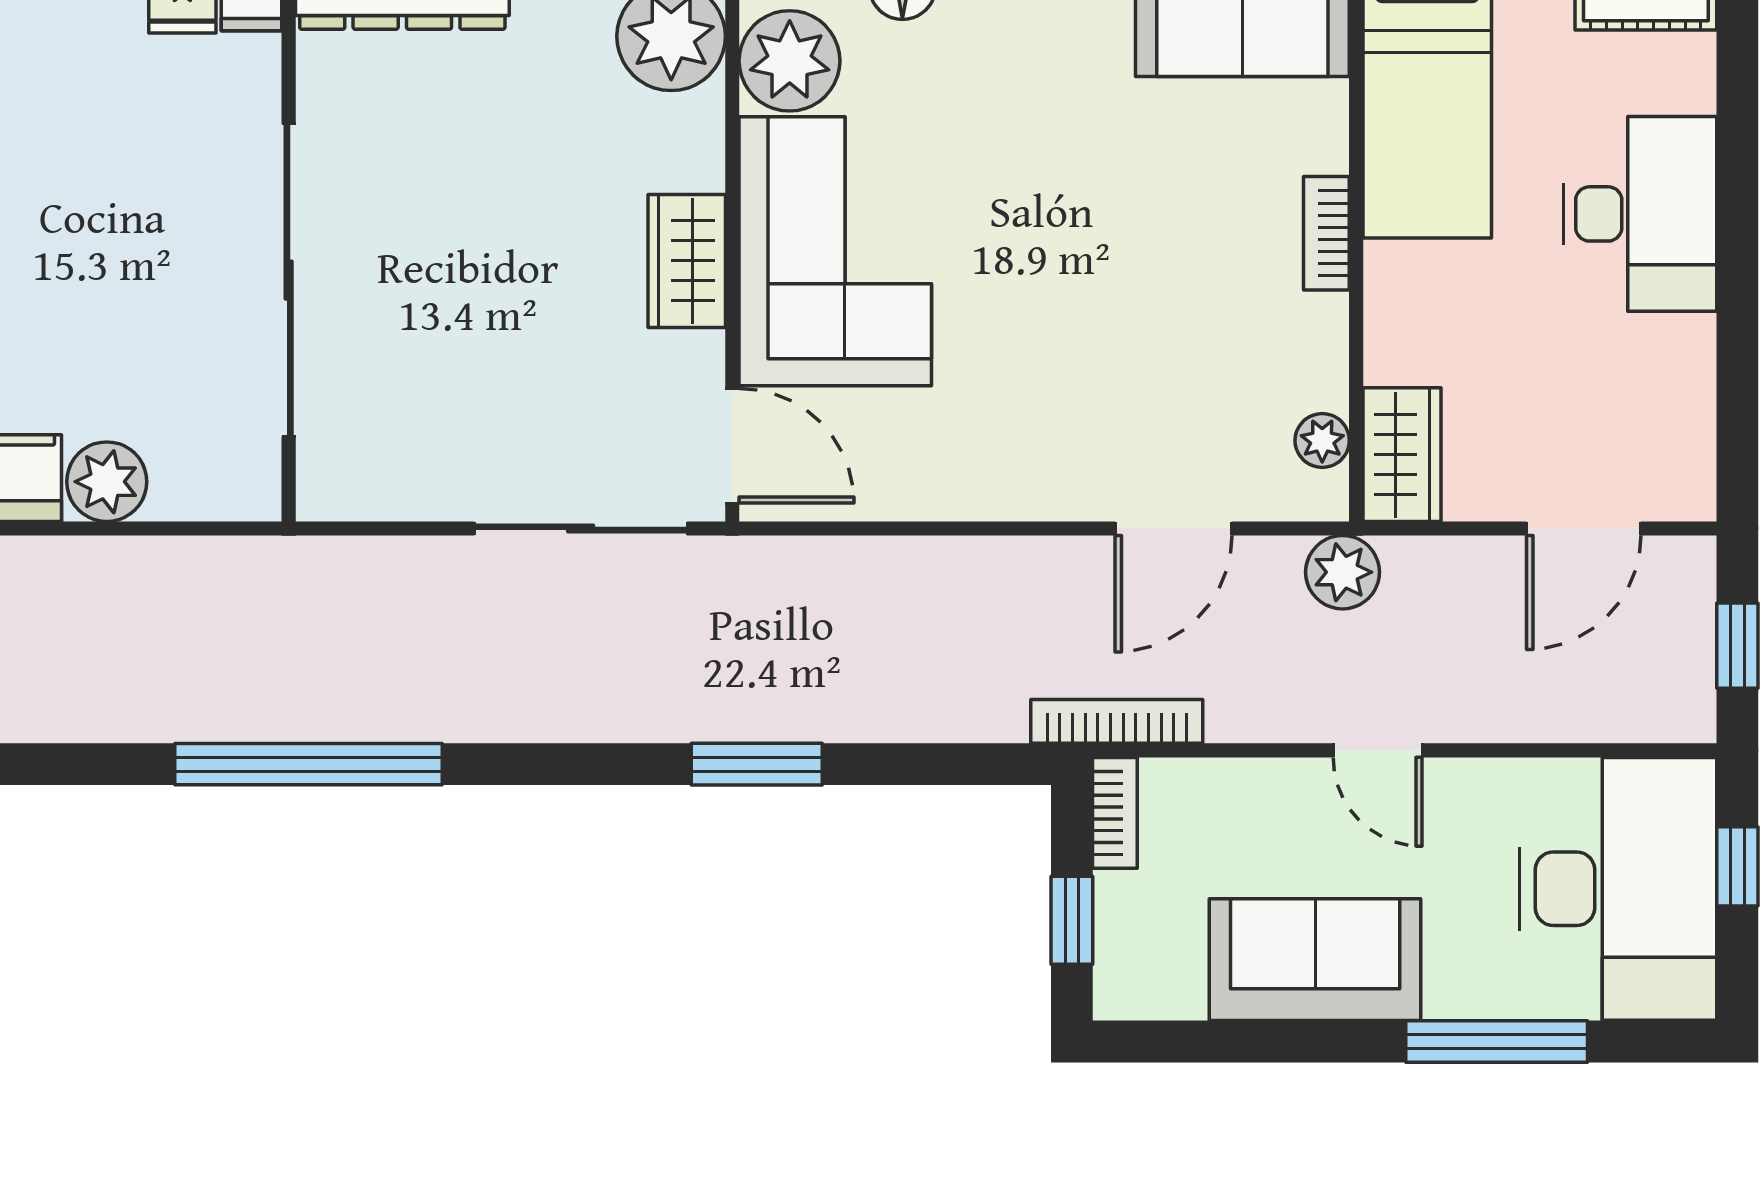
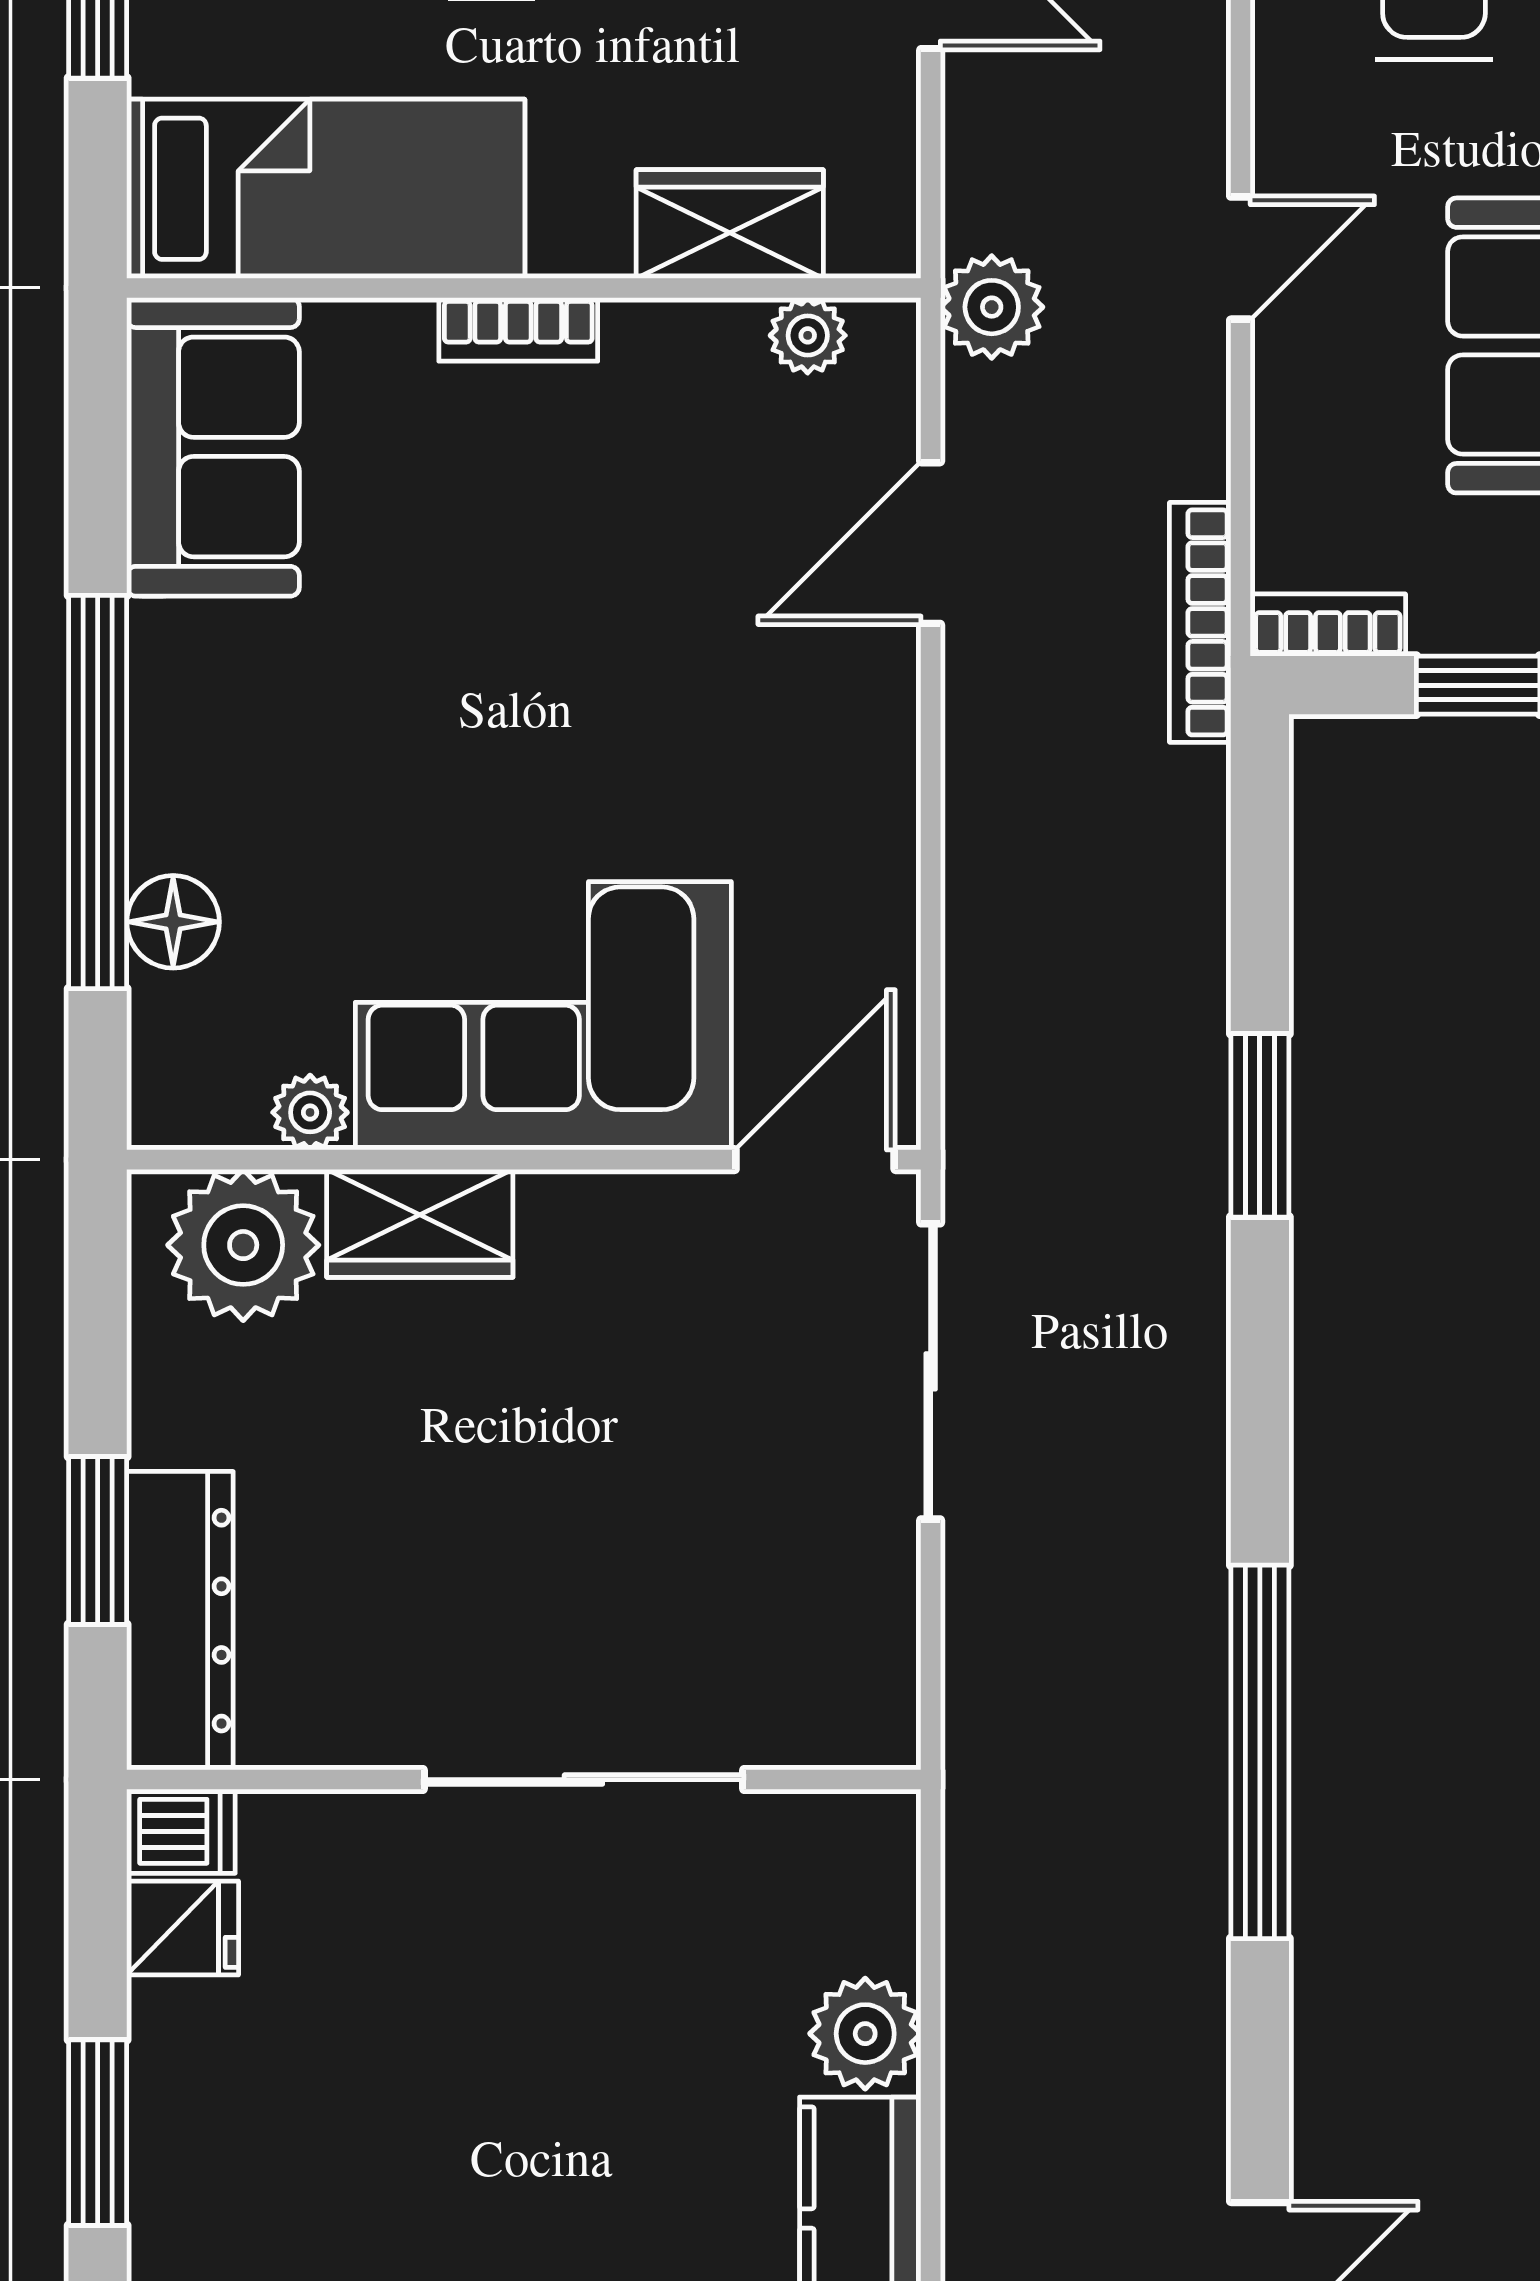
plant: (790, 61) -> (310, 1112), width x0.53, depth x0.53
wardrobe: (687, 261) -> (420, 1223), moved
sliding door: (289, 280) -> (583, 1780), width x0.73
wardrobe: (1402, 455) -> (730, 224), moved
door: (1174, 528) -> (931, 543), swing flipped

